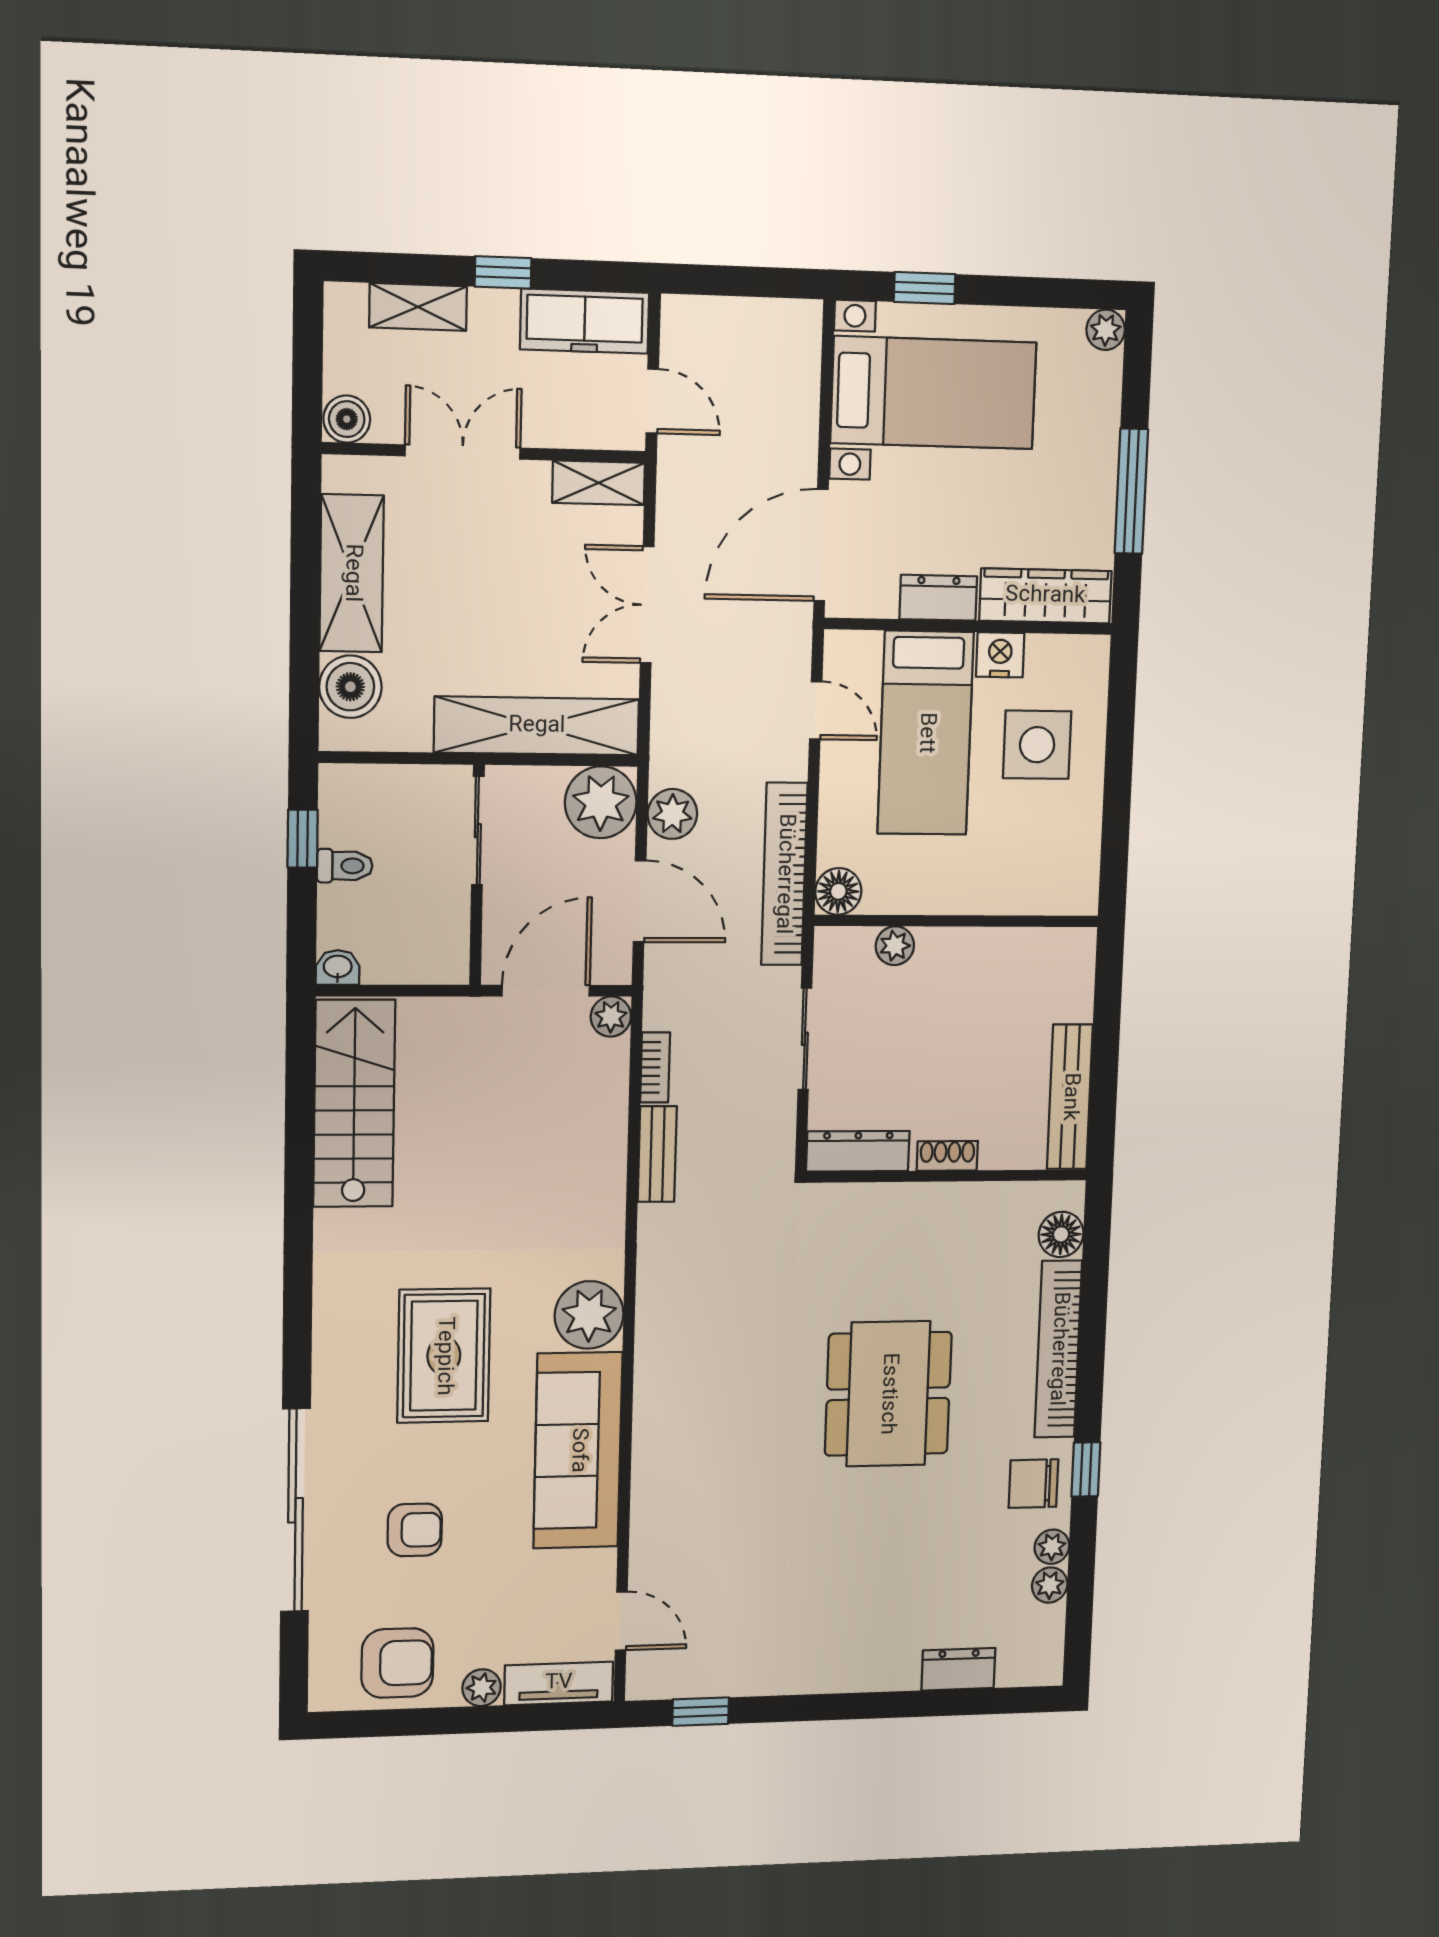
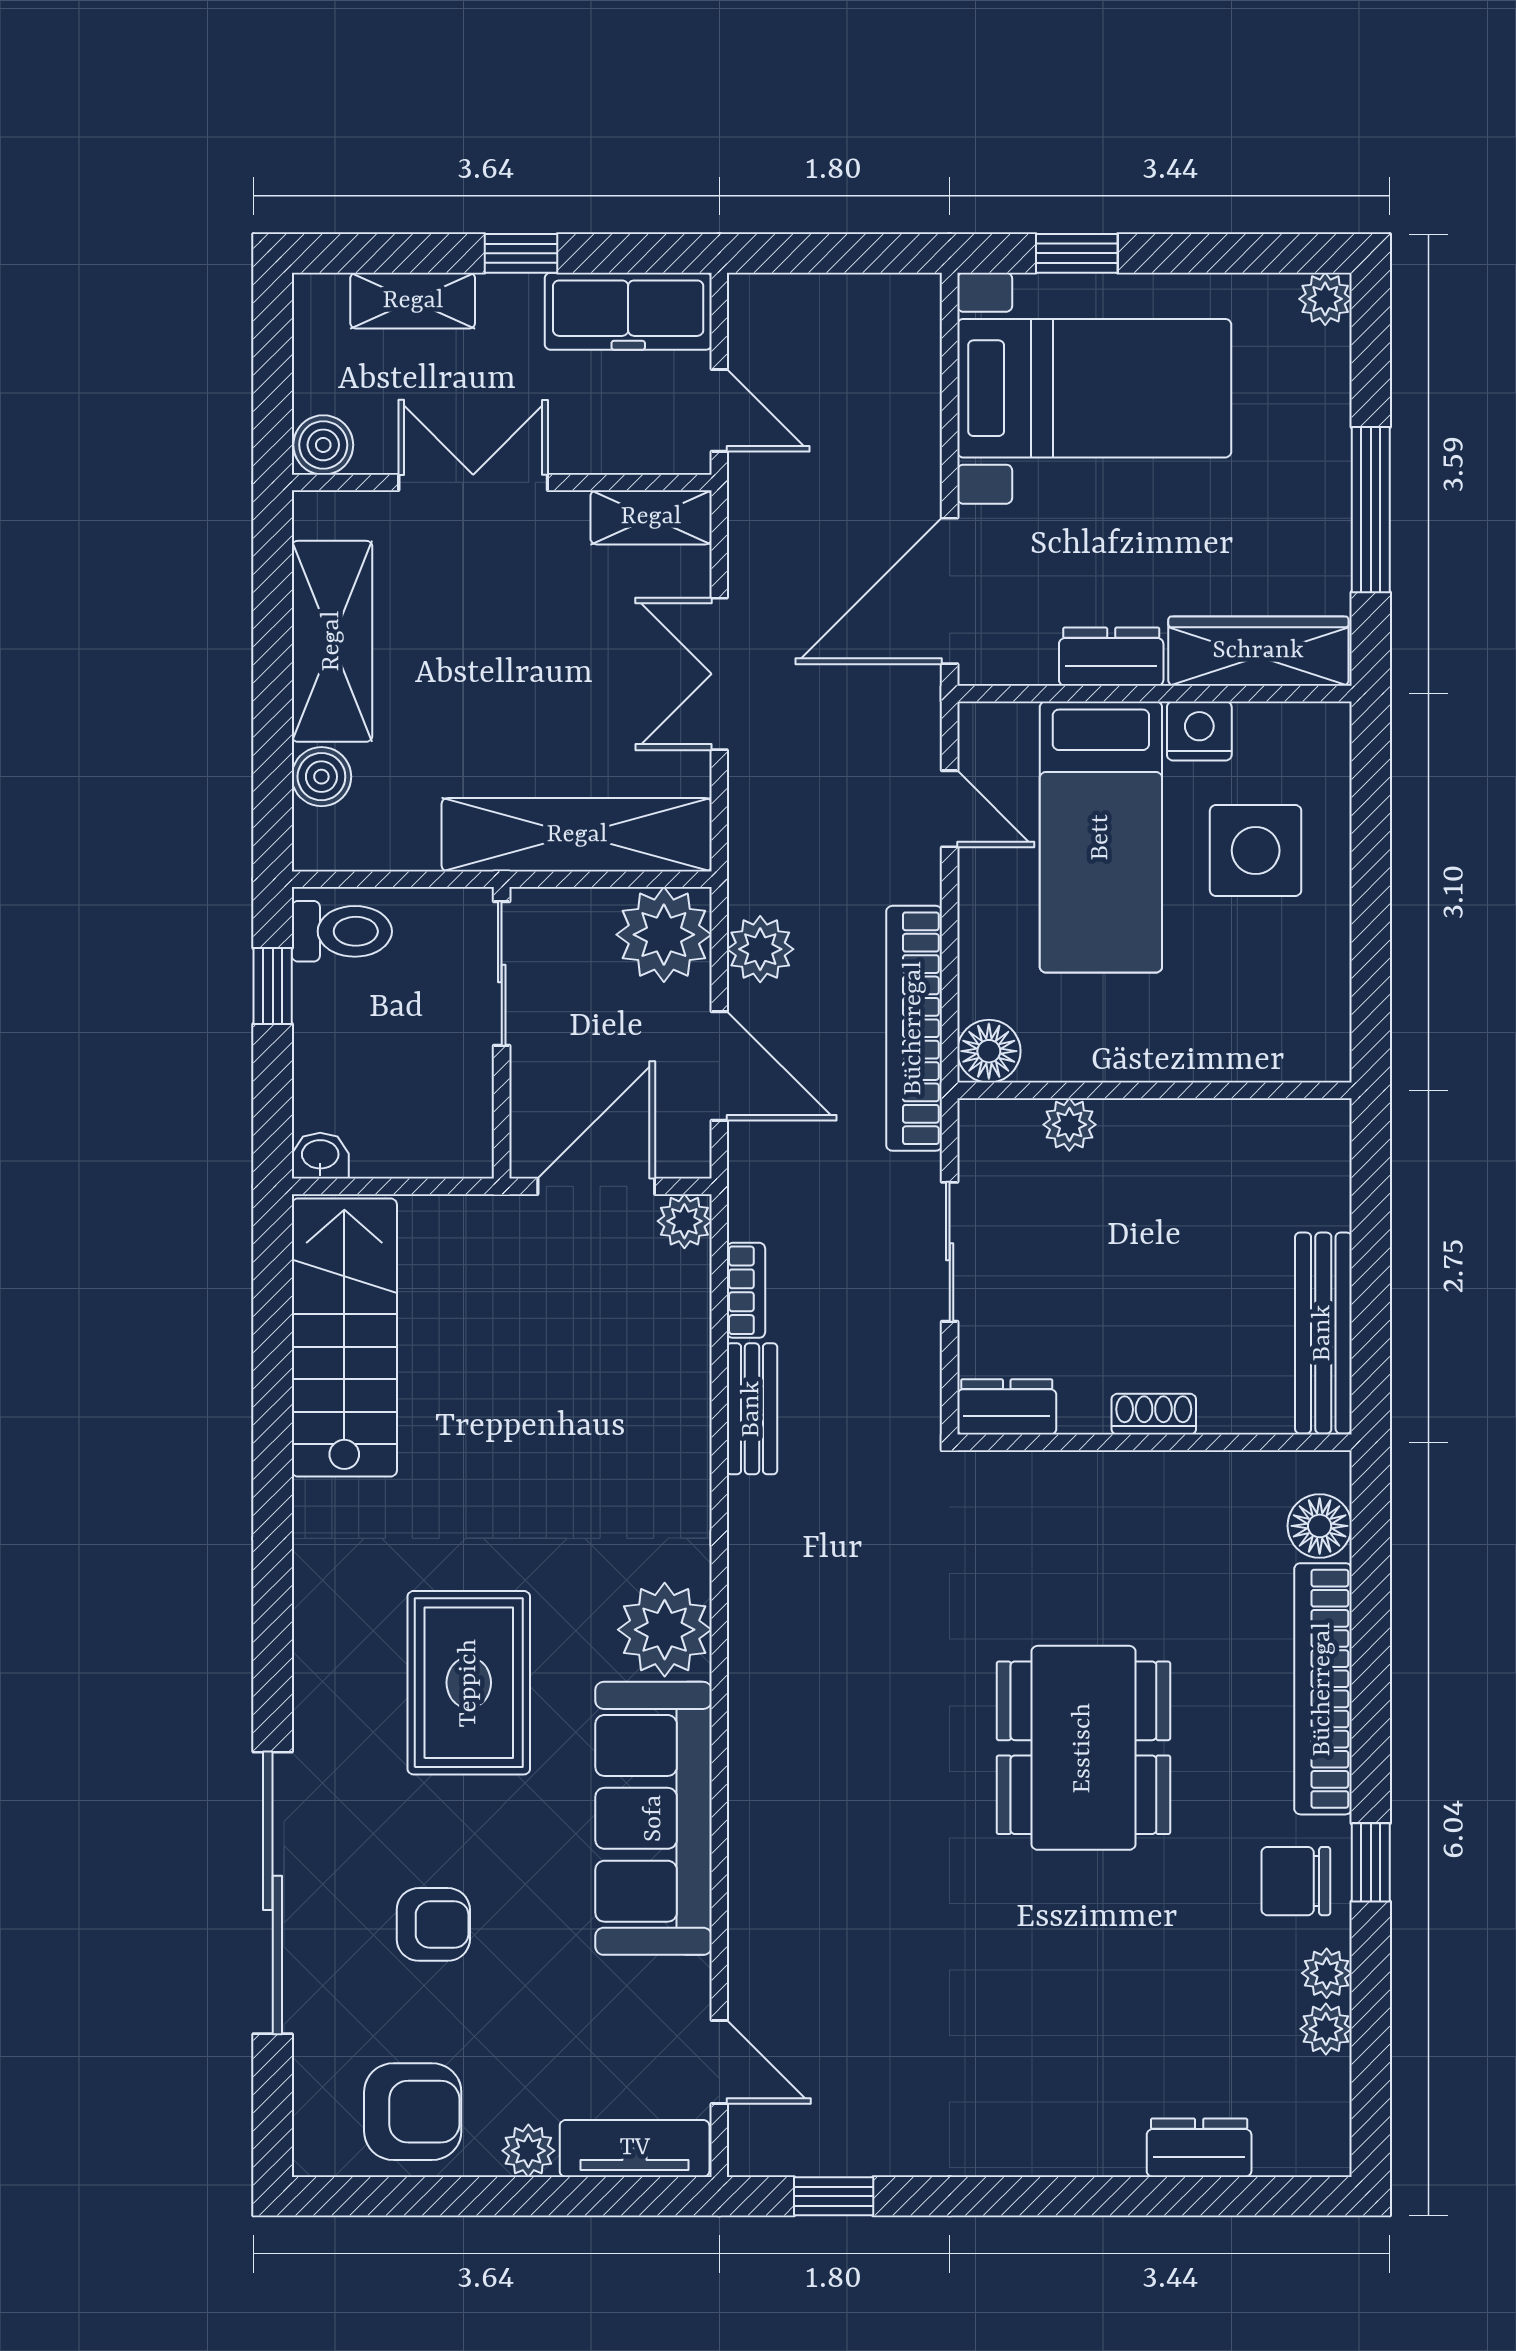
boiler: (350, 687) -> (321, 777), width x0.73, depth x0.73
toilet: (345, 866) -> (342, 931), moved, width x1.37, depth x1.39
dresser: (858, 1151) -> (1007, 1407), width x0.70

